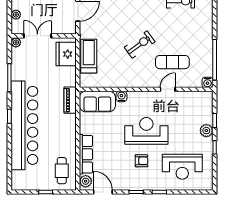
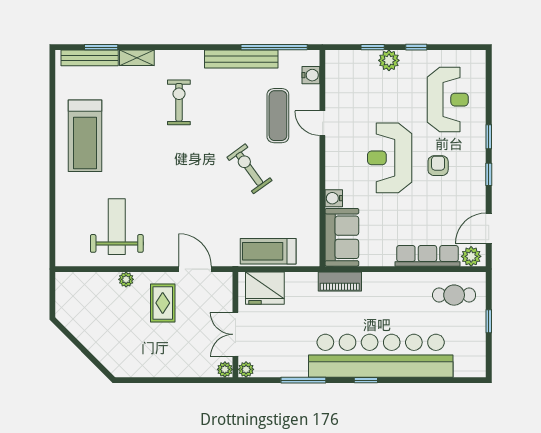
plant: (16, 15) -> (225, 369), moved
bench: (207, 39) -> (241, 59), added
water cooler: (207, 82) -> (311, 75), moved

